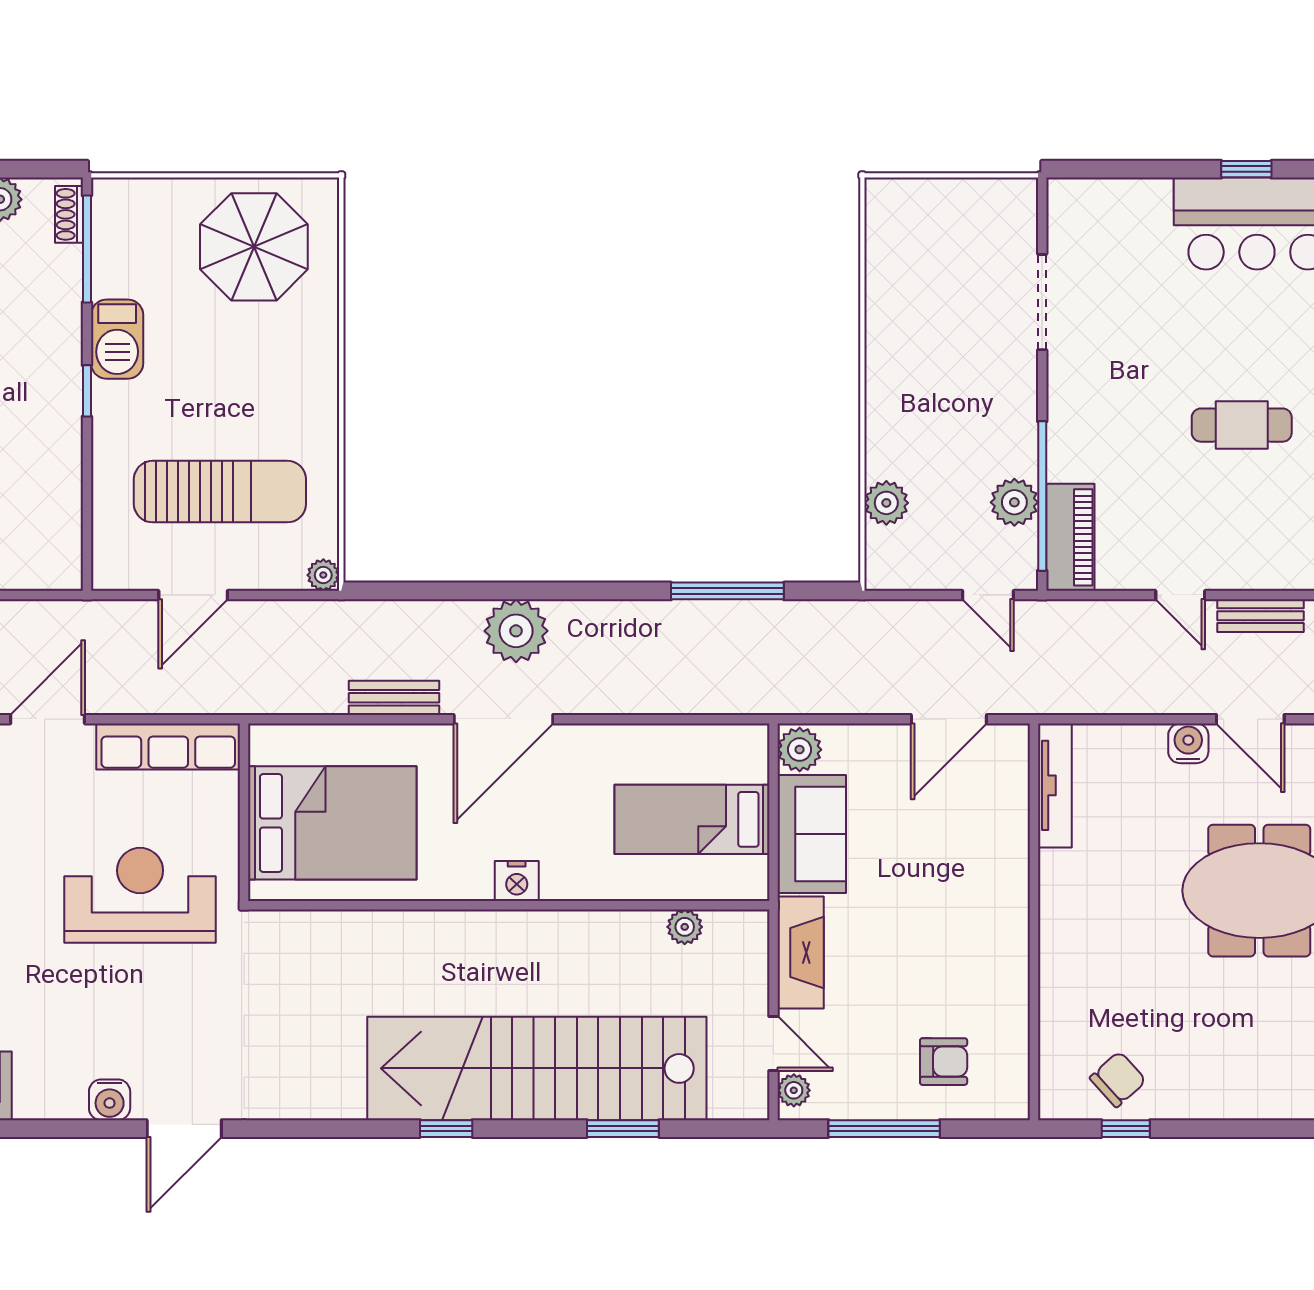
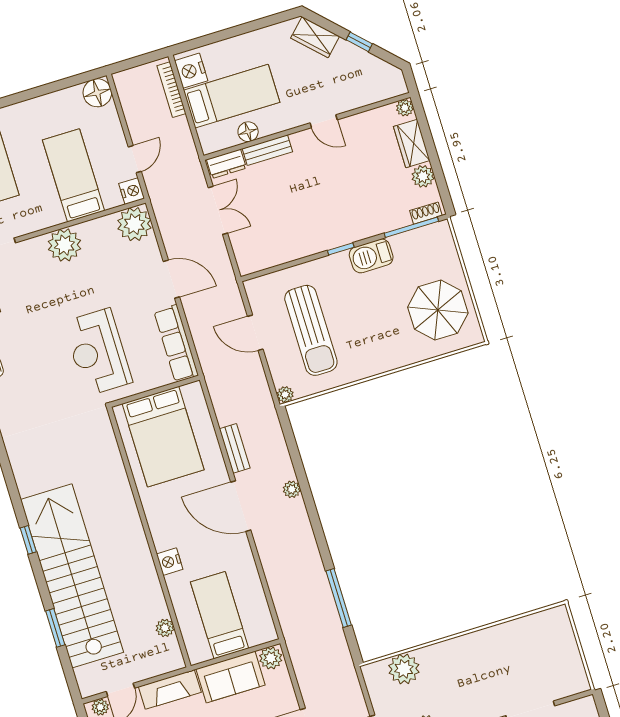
plant: (886, 503) -> (404, 669), width x1.36, depth x1.36
plant: (516, 631) -> (292, 489), width x0.53, depth x0.53
nightstand: (517, 881) -> (170, 562), moved
reception desk: (140, 895) -> (98, 352), turned 180

